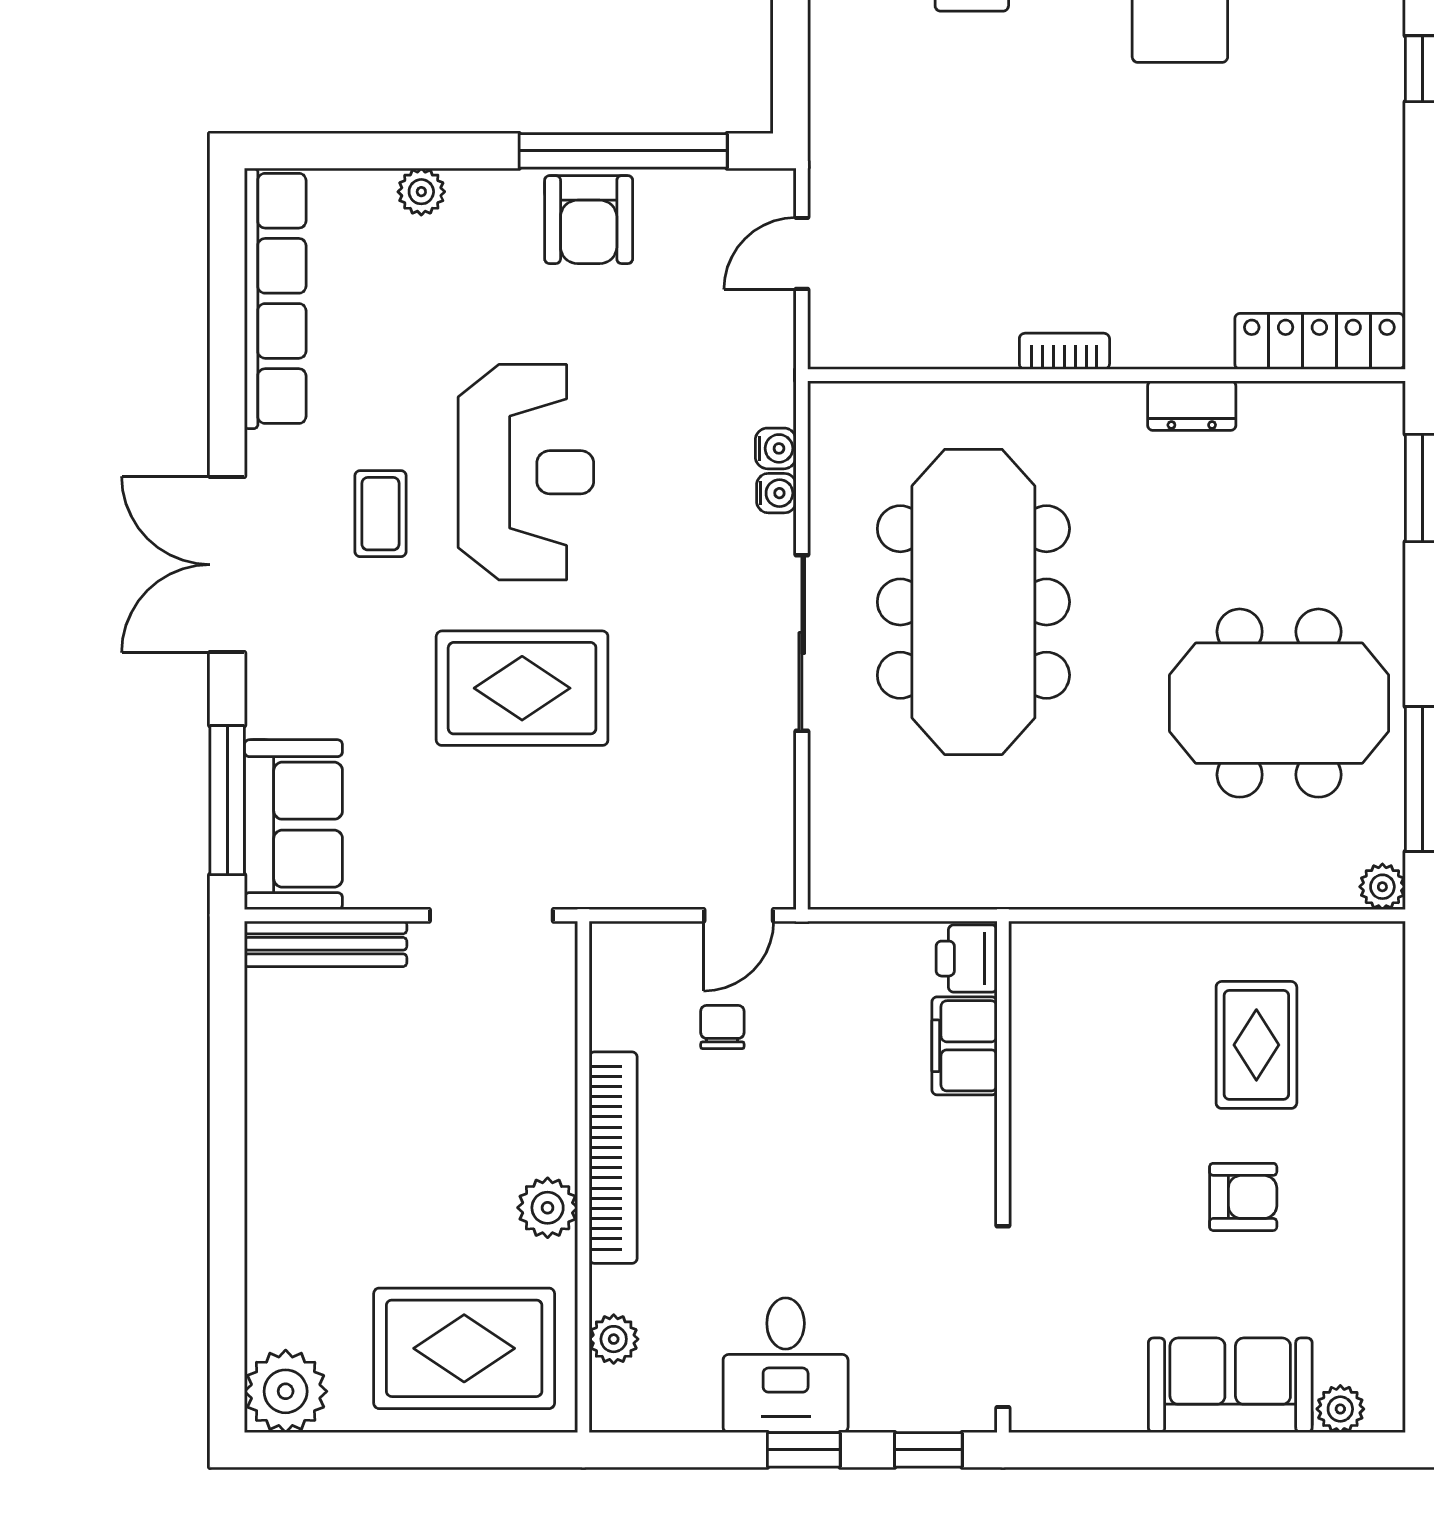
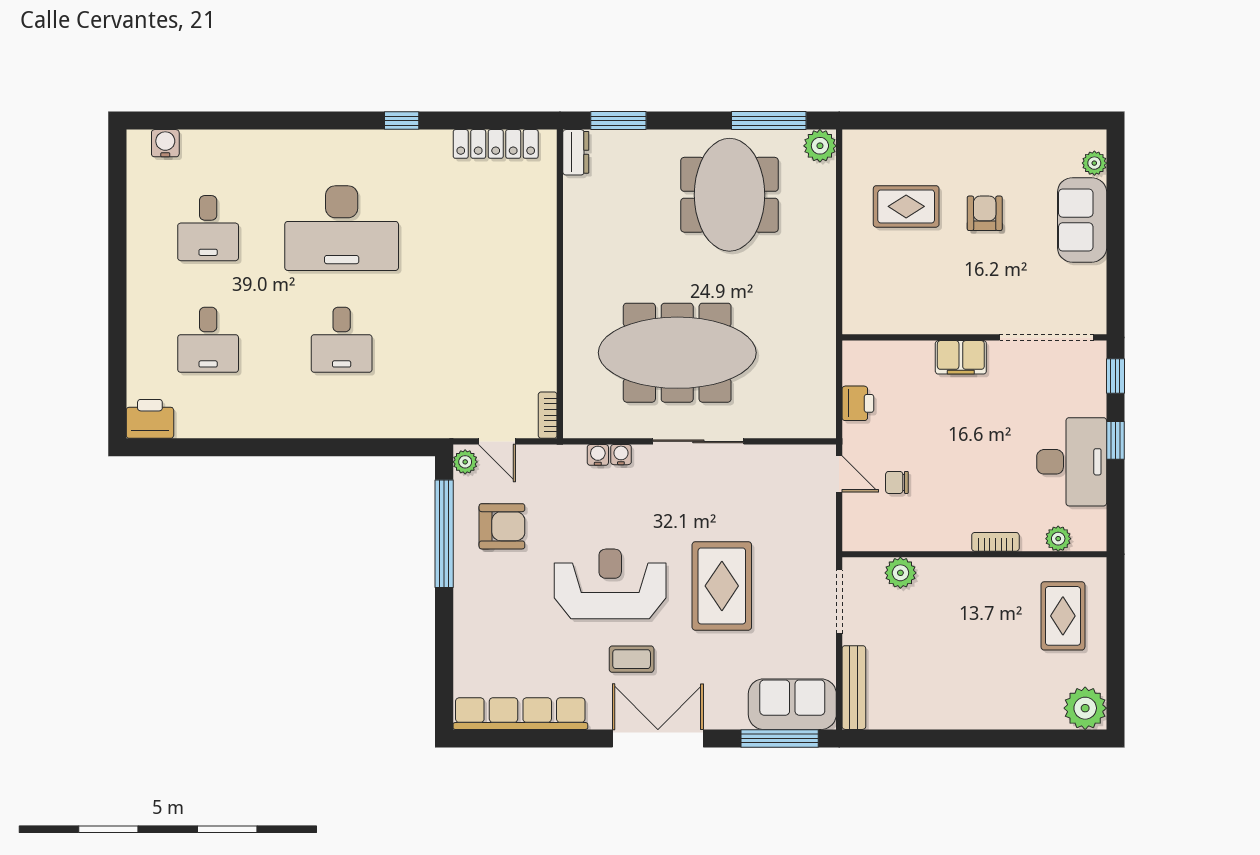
plant: (421, 192) -> (465, 462), moved
armchair: (589, 220) -> (502, 526), moved
locker: (1319, 341) -> (496, 144), moved, turned -90
bookcase: (1064, 351) -> (548, 415), moved
dresser: (1192, 406) -> (576, 152), moved
double door: (227, 565) -> (658, 738), swing flipped
plant: (1382, 887) -> (820, 146), width x1.38, depth x1.38
printer: (967, 959) -> (858, 403), moved, turned -90
filing cabinet: (964, 1046) -> (961, 357), moved
bookcase: (613, 1158) -> (995, 542), width x0.43, depth x0.76
plant: (548, 1208) -> (900, 573), moved
rug: (464, 1348) -> (1063, 616), width x0.73, depth x0.70
desk: (786, 1365) -> (1072, 462), width x1.37

